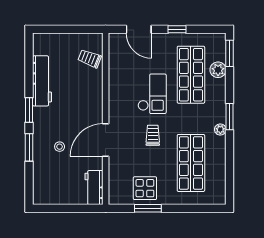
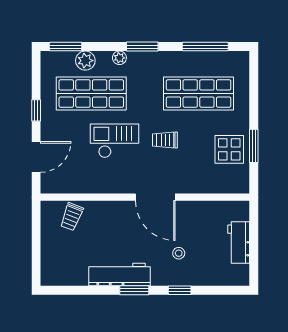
workbench: (42, 81) -> (119, 274), moved
plant: (220, 129) -> (119, 58), moved
door: (106, 140) -> (155, 197), moved
window: (29, 147) -> (180, 290), width x0.67
window: (230, 168) -> (205, 47), added
workbench: (94, 188) -> (239, 243), moved, turned 90

